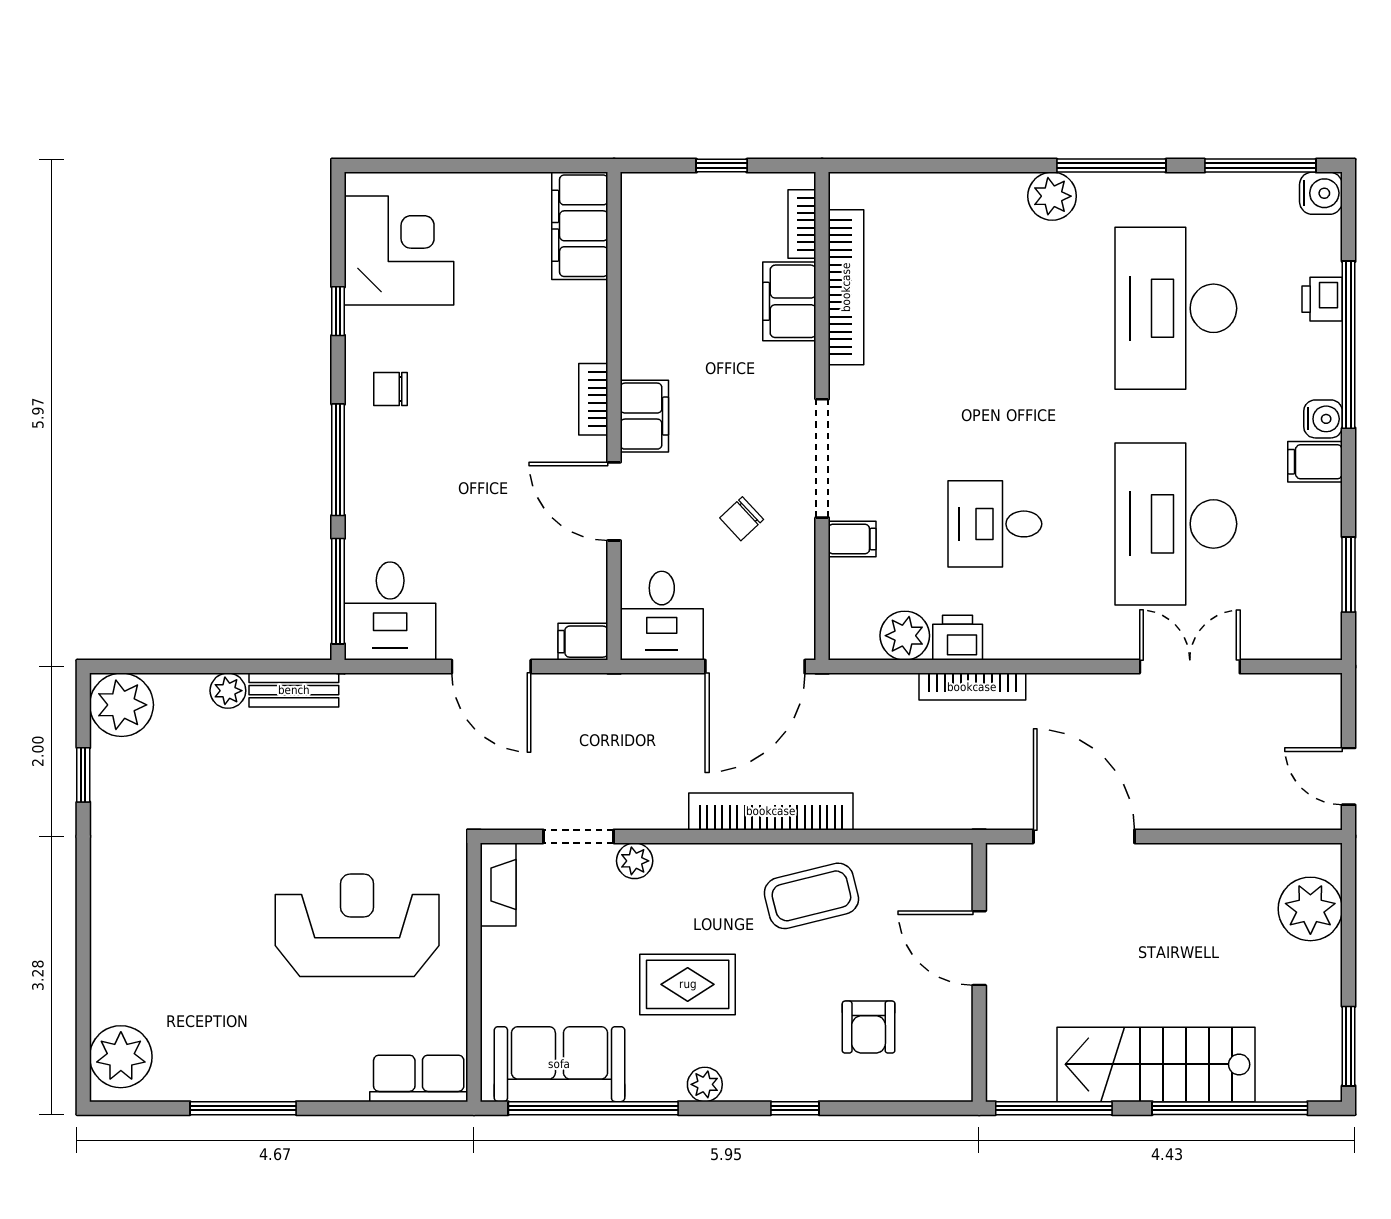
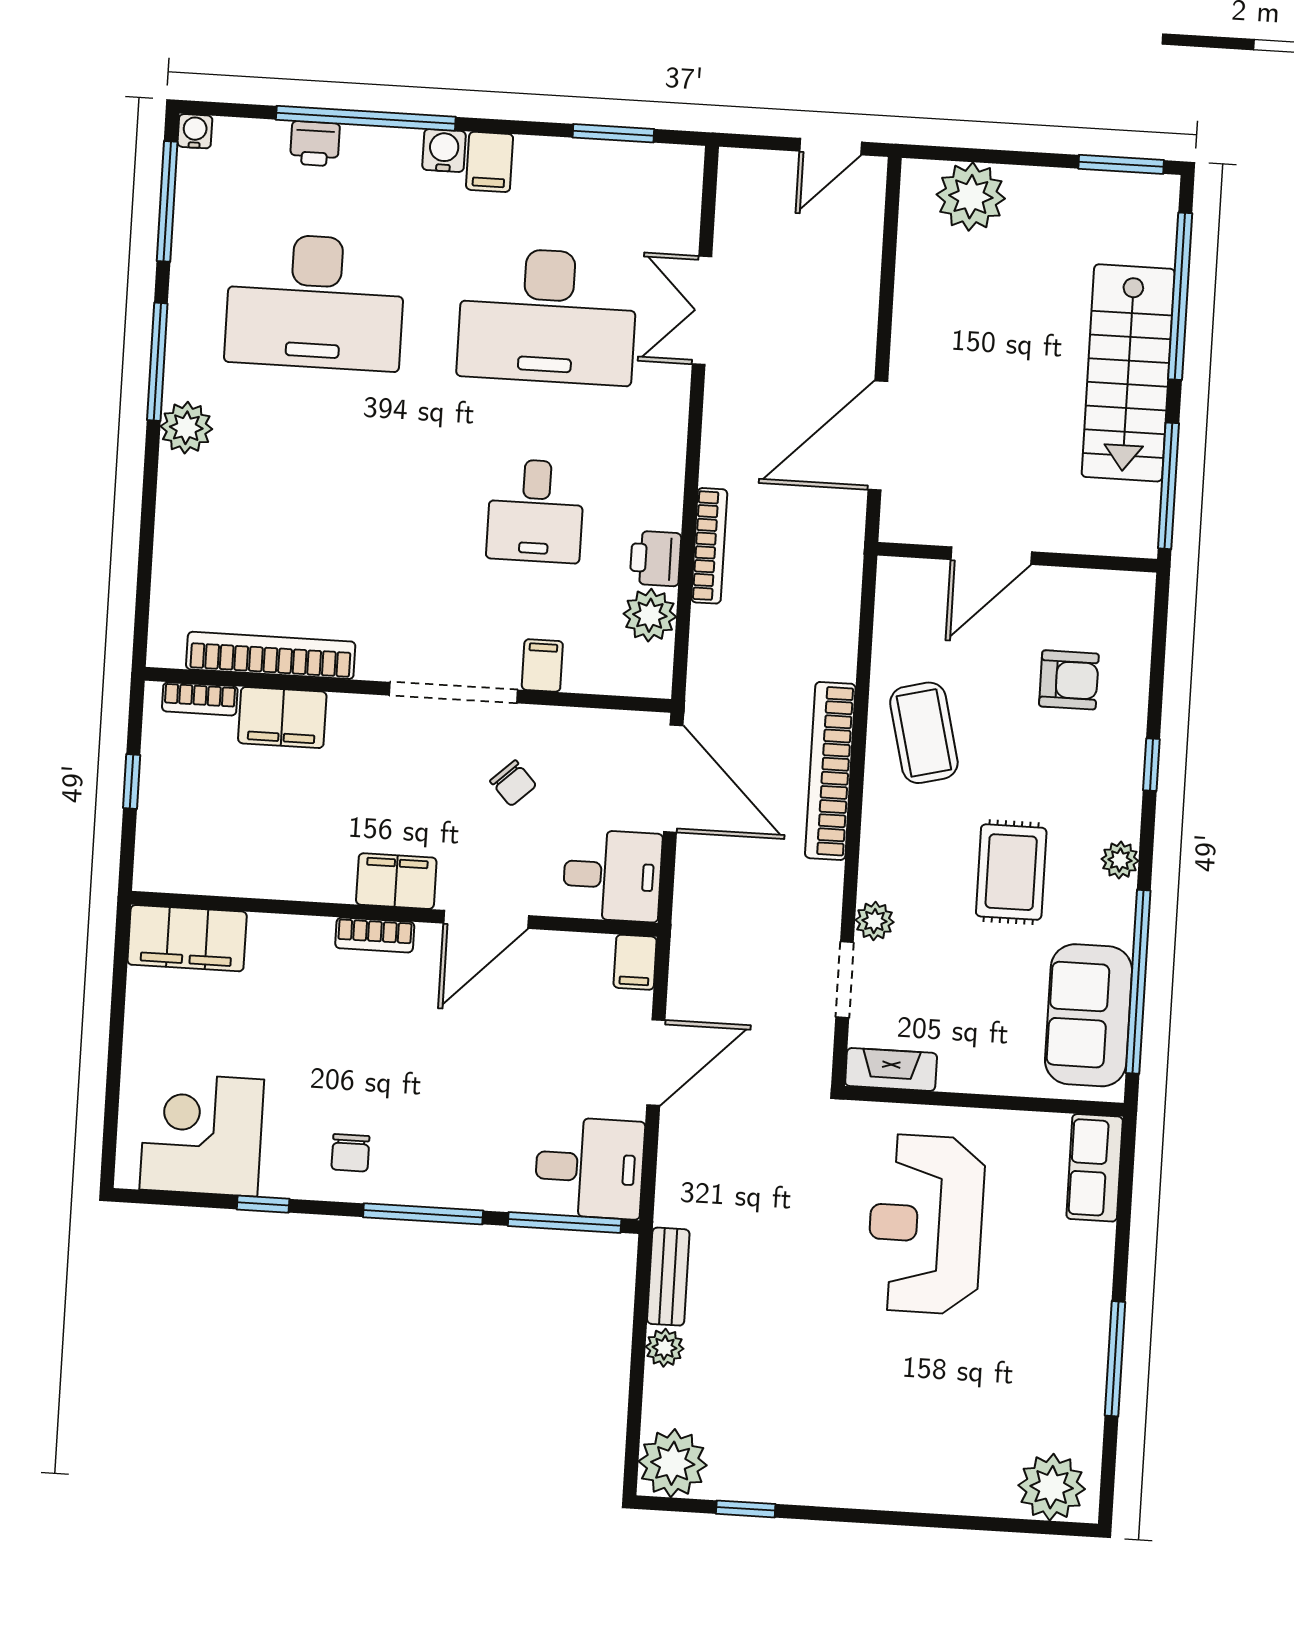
water cooler: (1321, 193) -> (195, 131), width x0.72, depth x0.72

